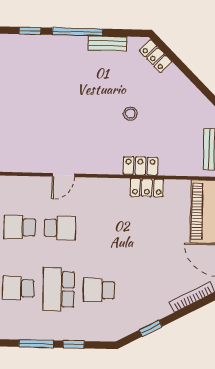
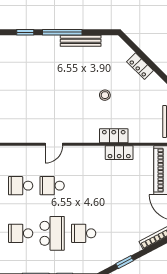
bench: (108, 43) -> (81, 41), width x1.36
locker: (156, 56) -> (140, 66), moved
school desk: (60, 228) -> (52, 186), turned 180
school desk: (59, 289) -> (52, 233), turned 180

